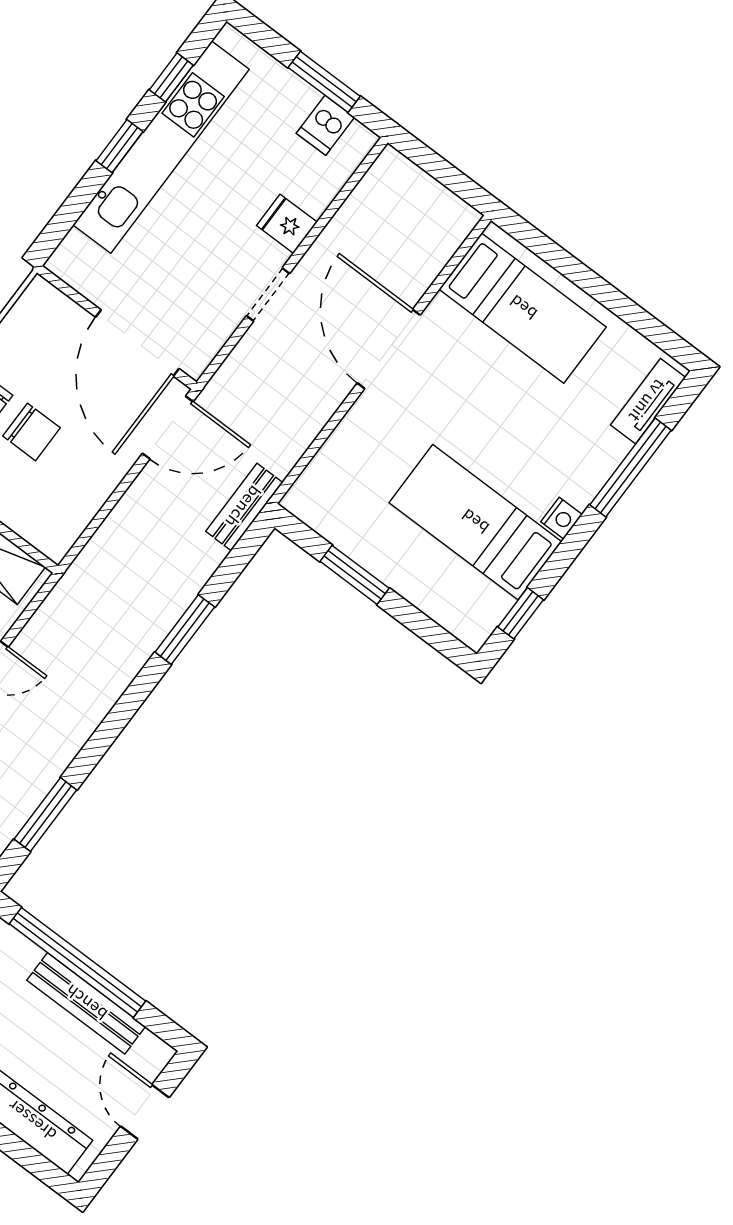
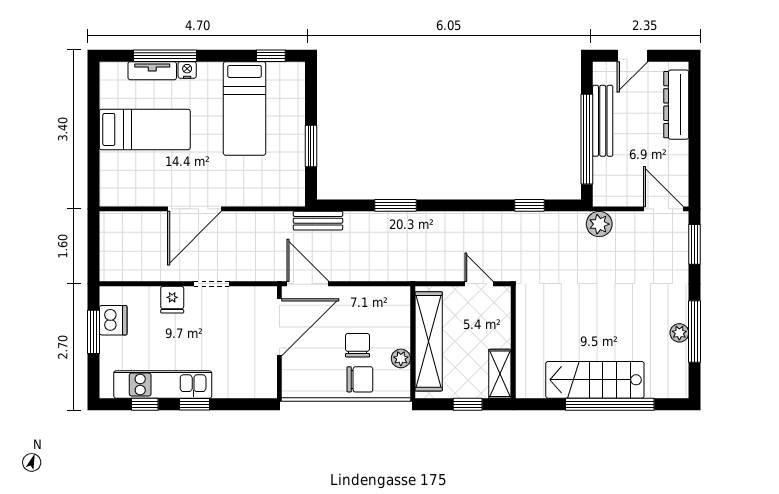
dishwasher: (325, 125) -> (113, 320), width x1.38
kitchen unit: (161, 147) -> (163, 385), width x0.73
bed: (523, 308) -> (145, 129), moved, turned 90
tv unit: (648, 401) -> (152, 71), moved
nightstand: (561, 518) -> (187, 70), moved
window: (45, 815) -> (530, 205), width x0.67

